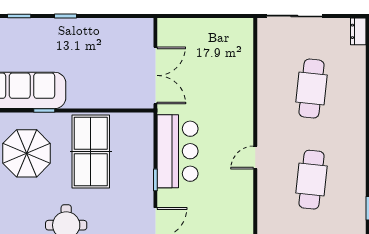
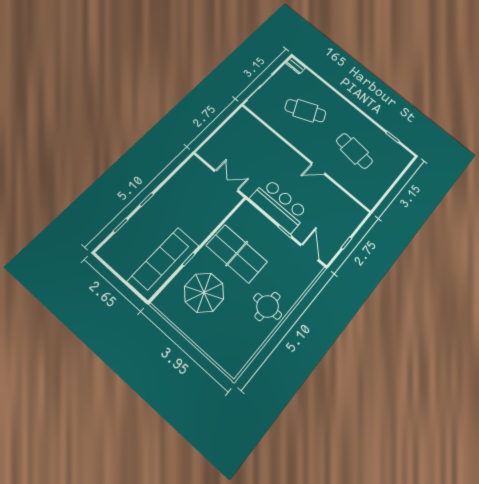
double door: (155, 75) -> (226, 181), width x0.73
cafe table: (311, 89) -> (305, 111), turned -30
door: (255, 158) -> (318, 168), hinge flipped

